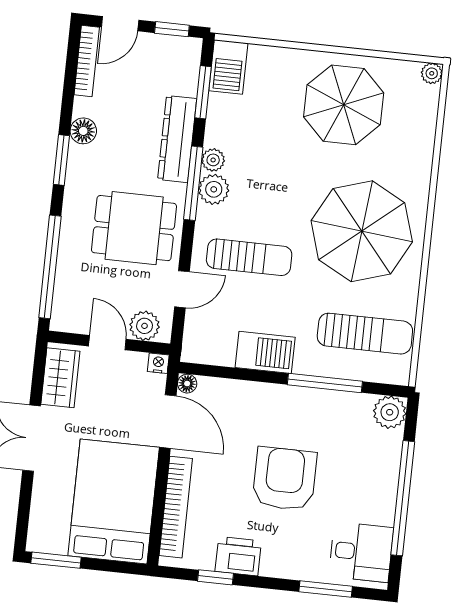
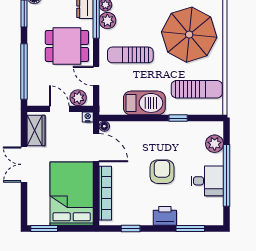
sun lounger: (249, 257) -> (130, 55), turned 180
door: (182, 289) -> (96, 76), swing flipped
barbecue: (265, 352) -> (144, 103), width x1.37, depth x1.21
window: (325, 383) -> (178, 118), width x0.46
plant: (390, 412) -> (215, 144), moved
armchair: (285, 479) -> (162, 172), width x0.73, depth x0.73
desk: (361, 552) -> (207, 181), moved
printer: (238, 556) -> (165, 216), moved

